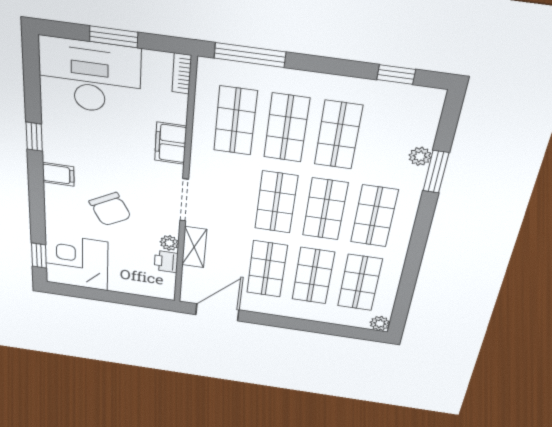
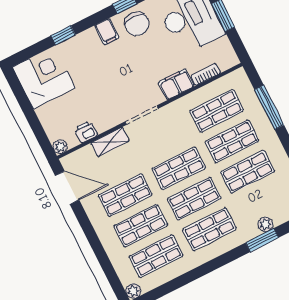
window: (250, 55) -> (269, 107), moved
bookcase: (182, 74) -> (206, 74), moved
chair: (110, 209) -> (137, 24), moved, turned -61
plant: (169, 243) -> (60, 147), moved
window: (39, 256) -> (63, 35), moved

